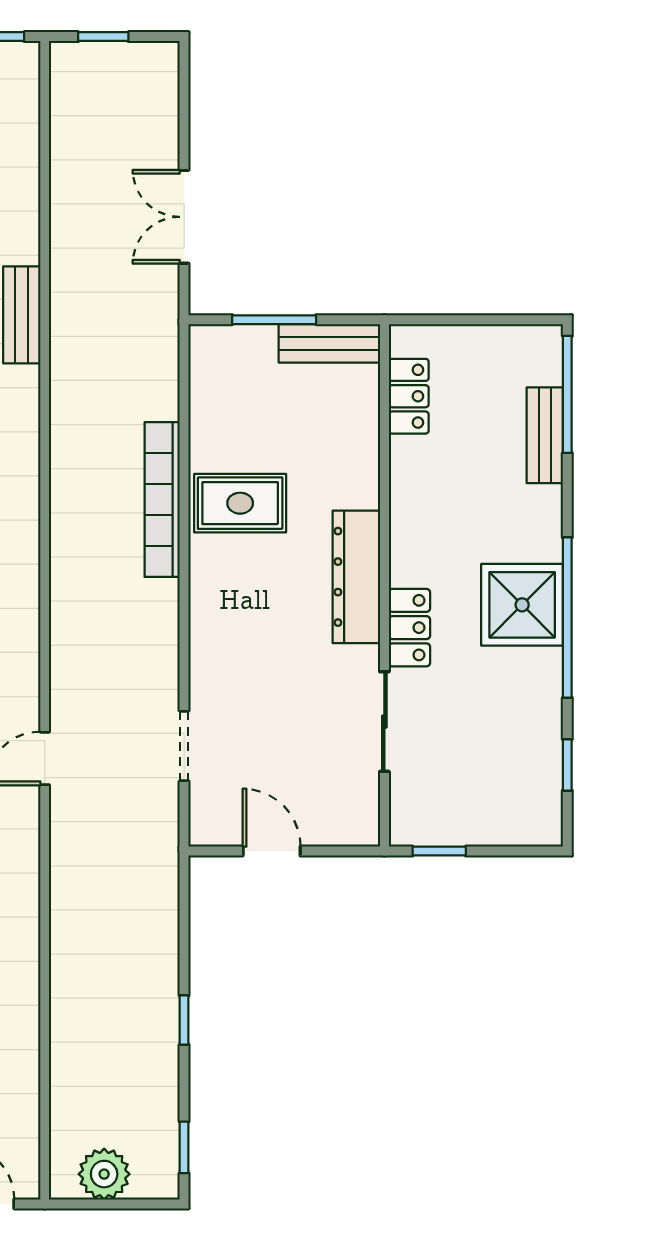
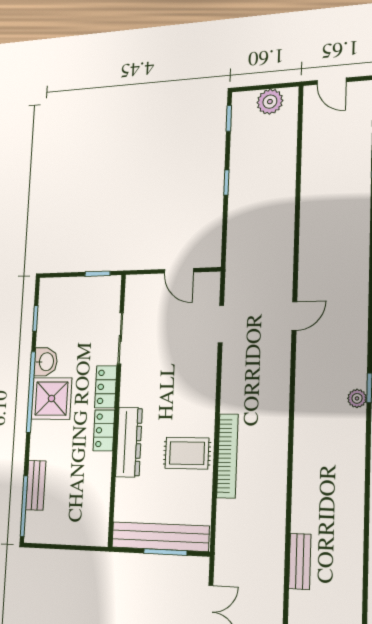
bench: (329, 343) -> (160, 537), width x1.86, depth x1.21
locker: (409, 396) -> (104, 430), moved
dresser: (356, 577) -> (129, 442), moved
washbasin: (539, 677) -> (46, 362), added

